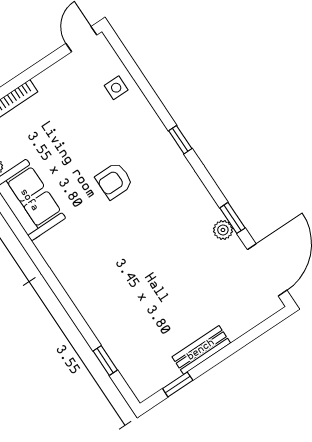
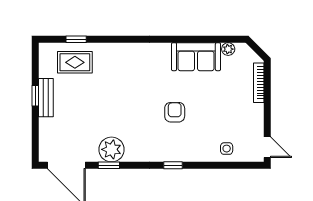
plant: (223, 230) -> (111, 149), width x1.87, depth x1.87
rug: (134, 343) -> (75, 62), added
window: (178, 384) -> (35, 96), moved

